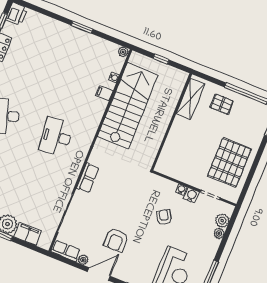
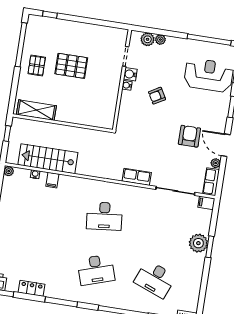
shelving: (190, 99) -> (36, 110), moved
stairs: (128, 106) -> (48, 159), width x0.73, depth x0.66
wall: (171, 122) -> (63, 123), moved
pallet: (229, 162) -> (71, 66), moved, width x0.73, depth x0.71
filing cabinet: (28, 234) -> (206, 203), moved, width x0.50
armchair: (116, 240) -> (189, 136), turned -90

